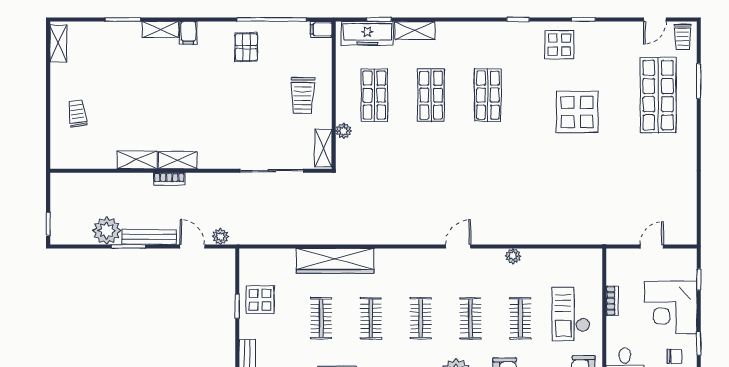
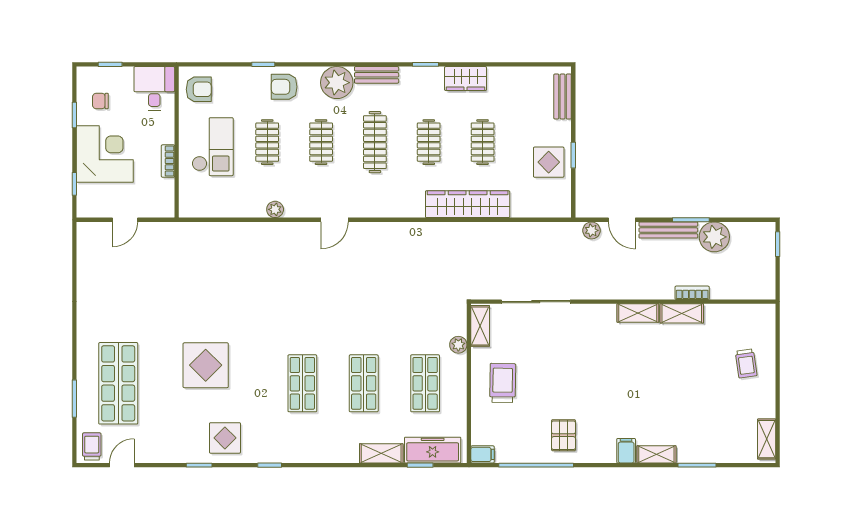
bookcase: (169, 179) -> (692, 293), moved
clothes rail: (421, 318) -> (375, 142), width x1.36

